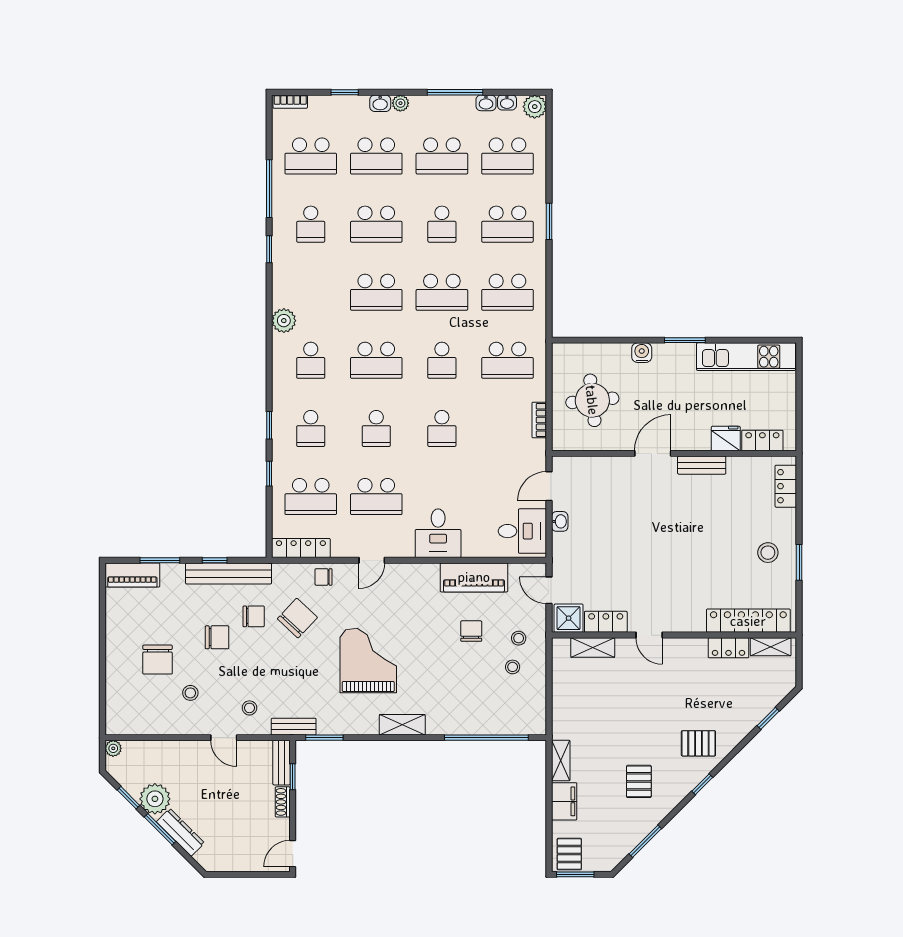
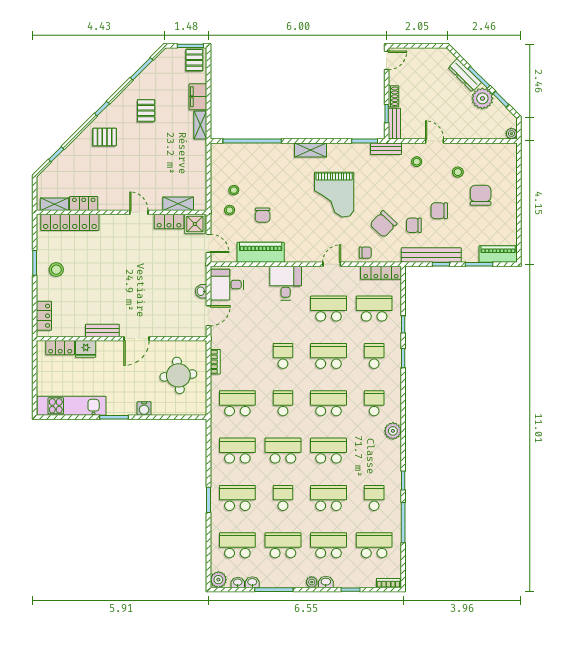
school desk: (376, 428) -> (329, 356), width x1.85

